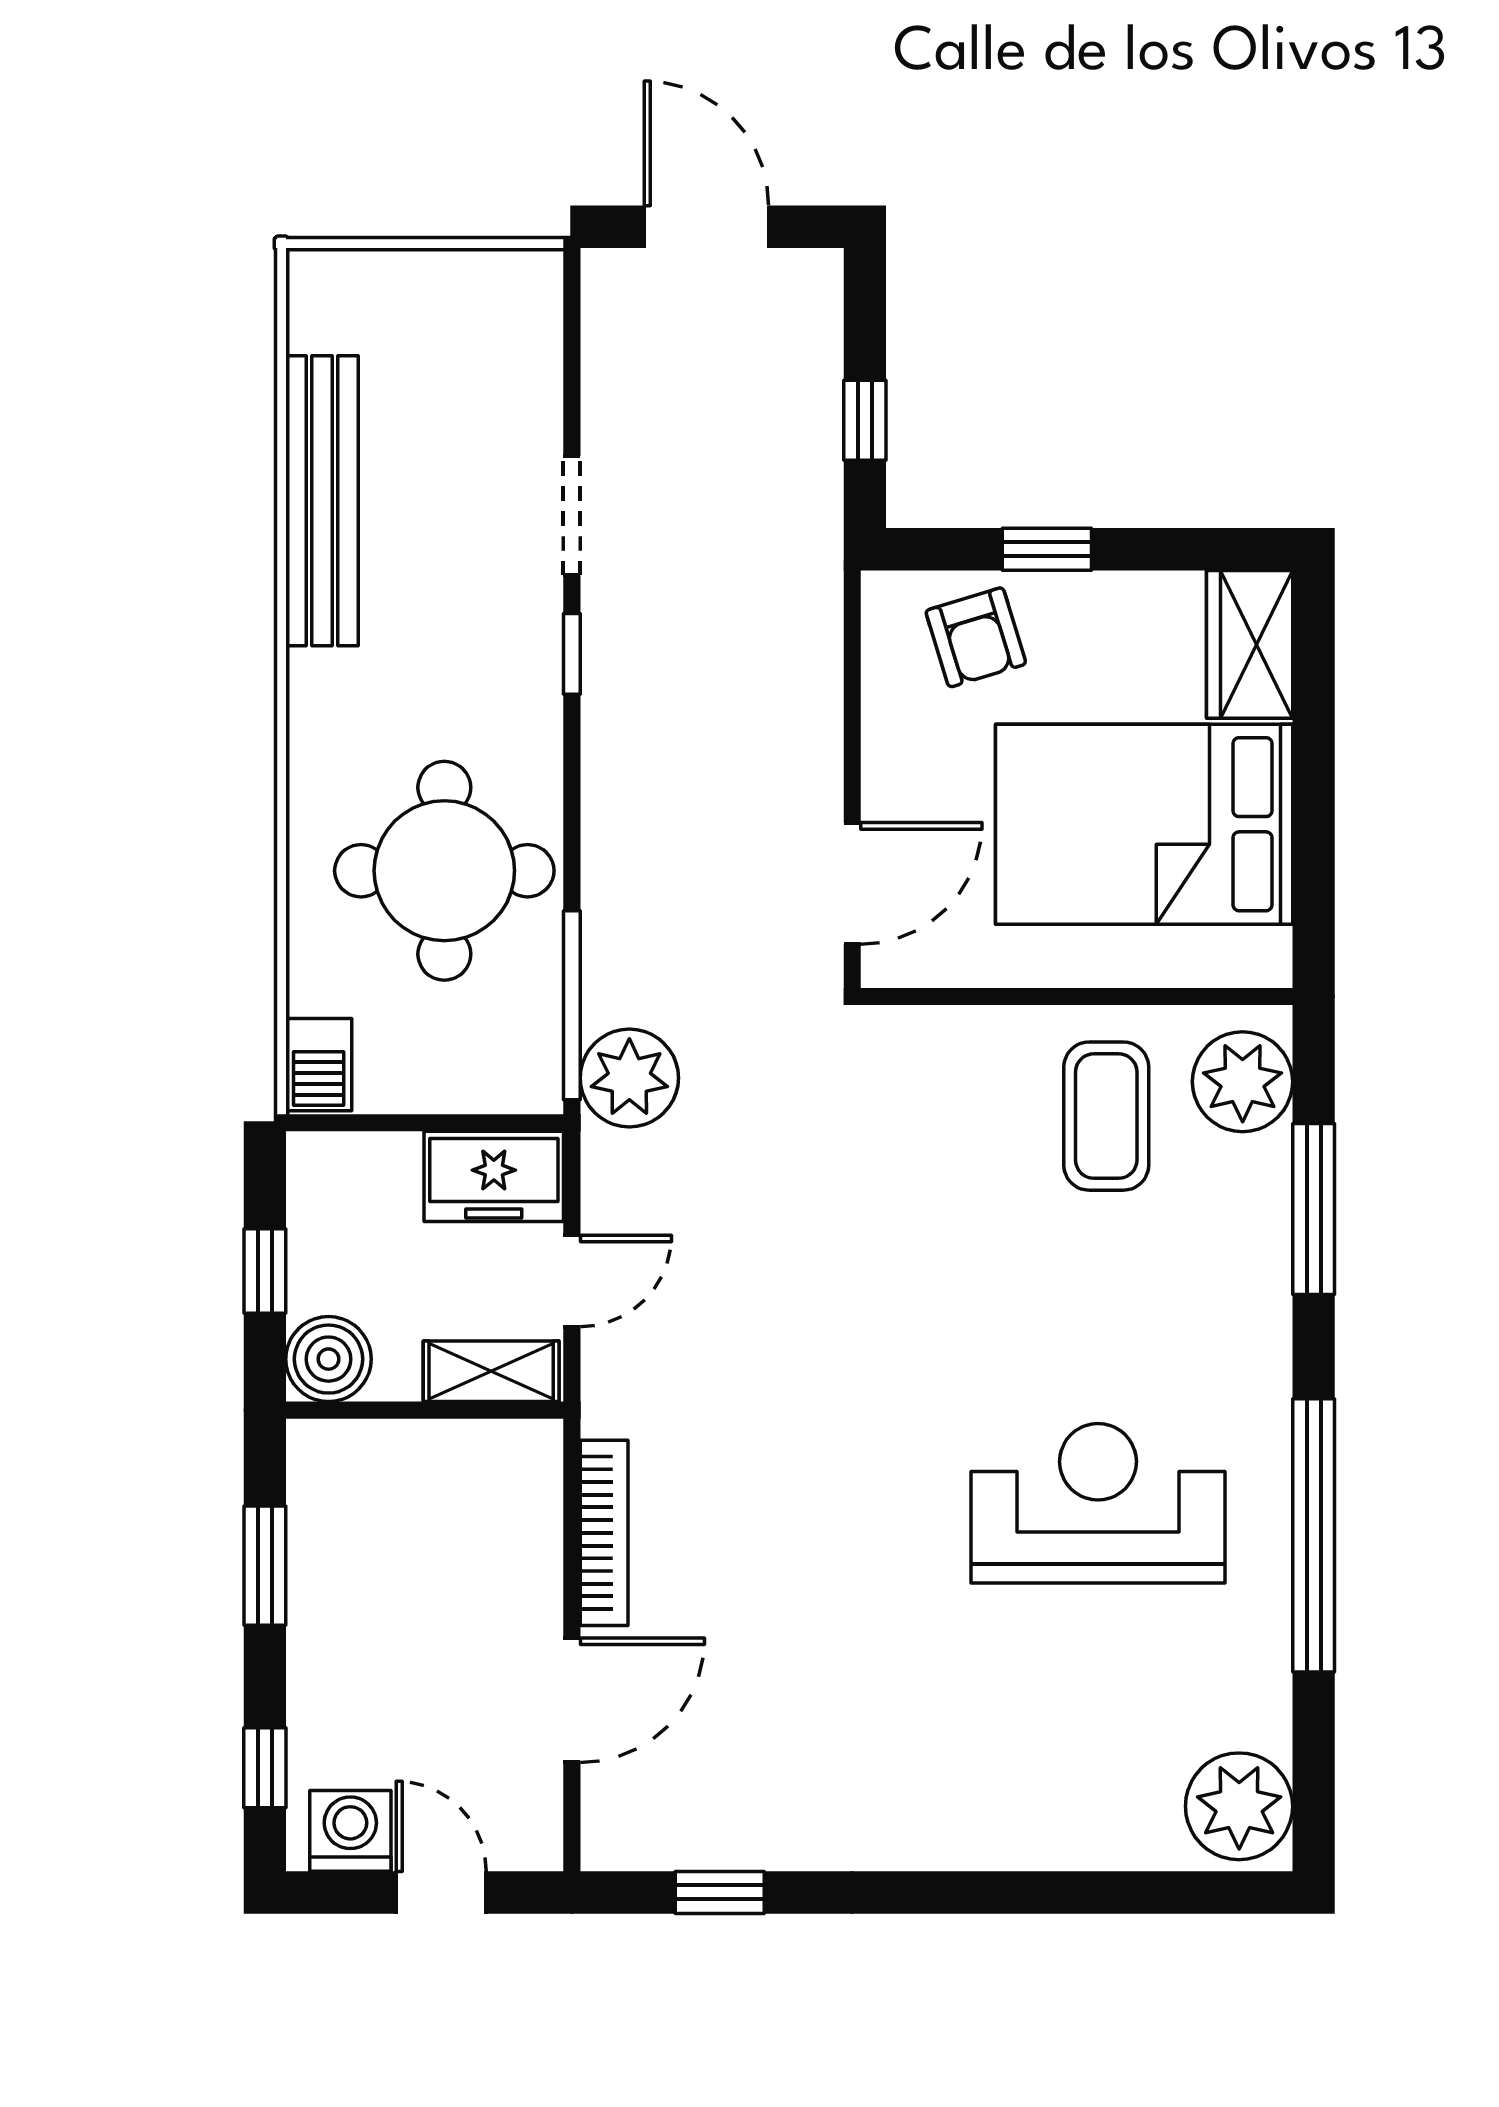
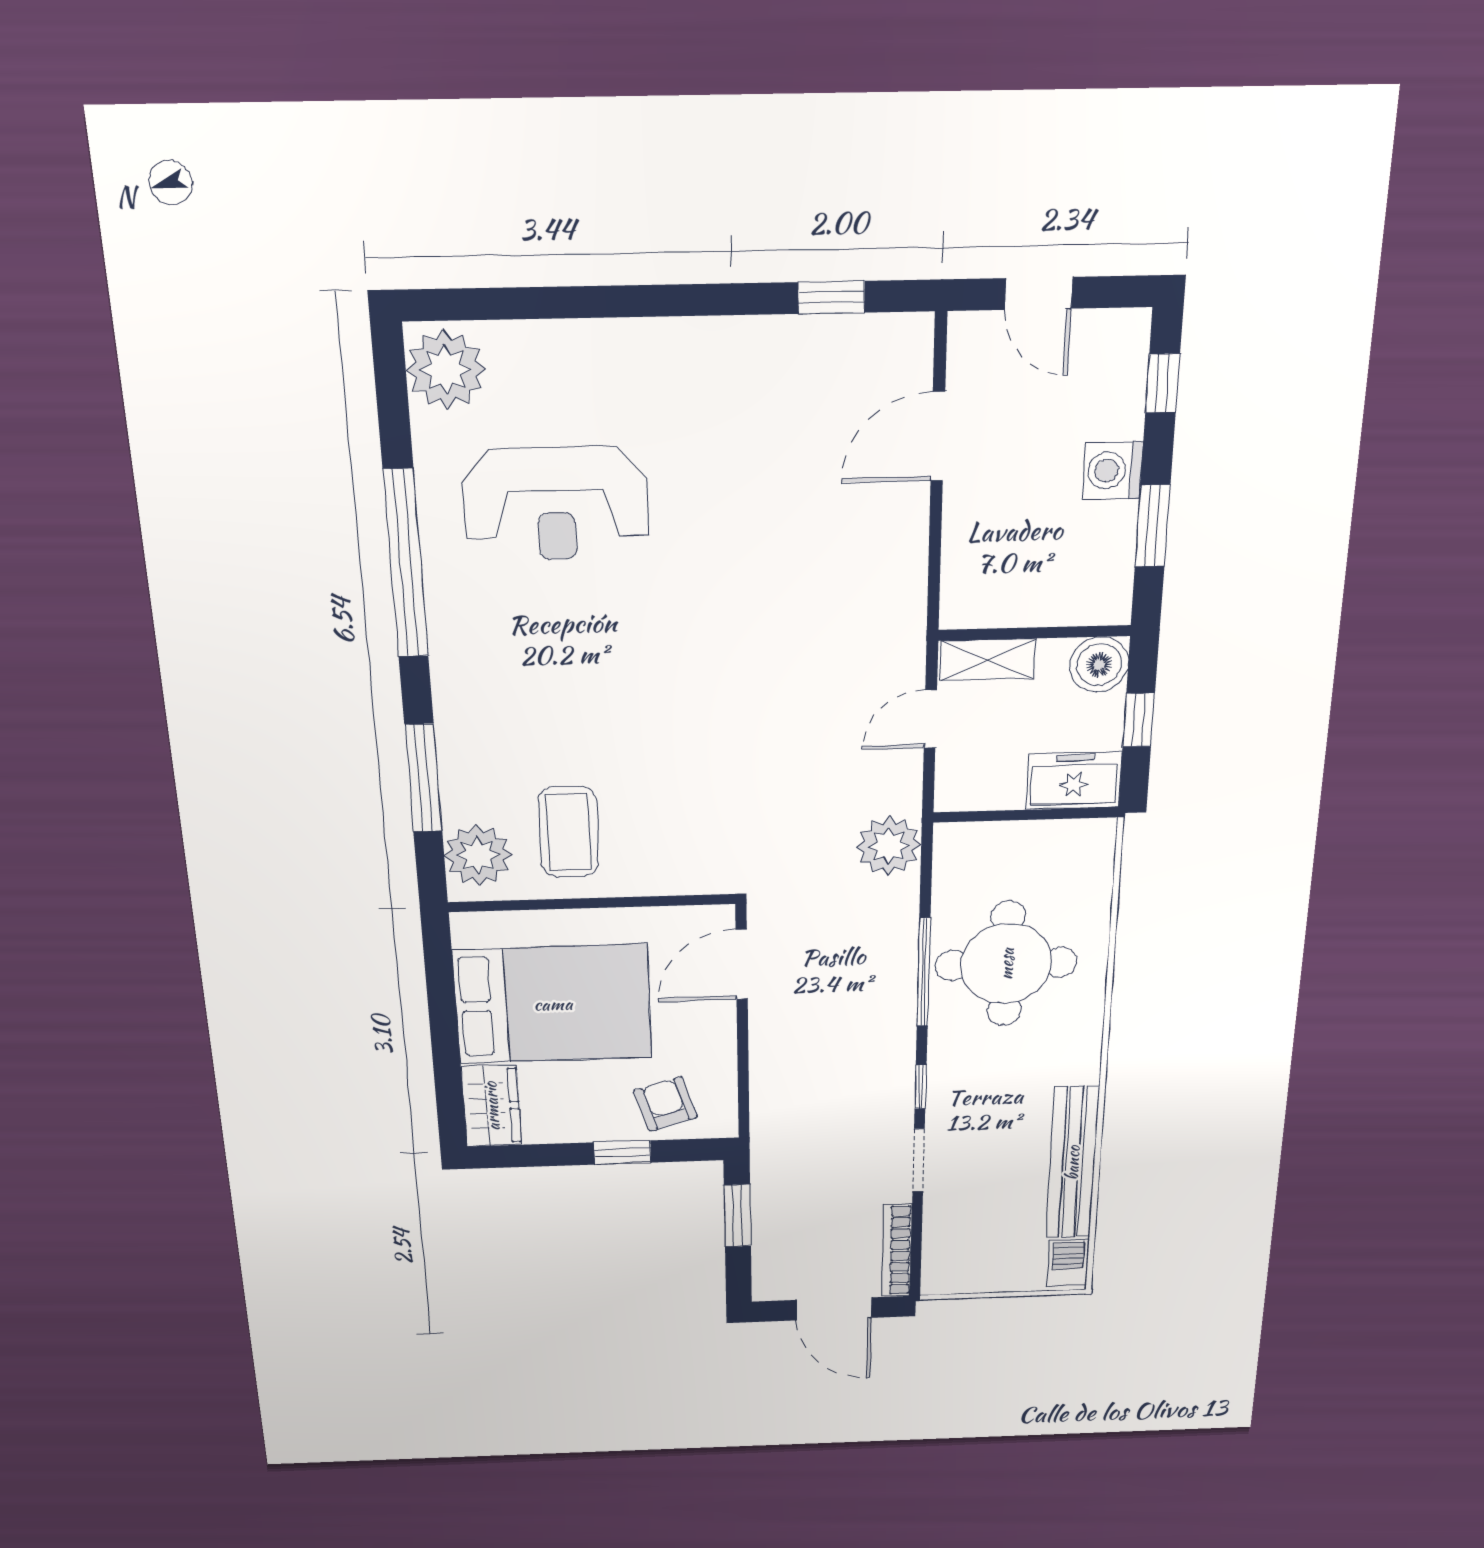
window: (865, 420) -> (737, 1216), width x1.50
window: (572, 1005) -> (924, 972), moved
barbecue: (319, 1065) -> (1068, 1263), moved
freezer: (494, 1176) -> (1074, 781), moved
reception desk: (1098, 1503) -> (556, 504), moved
bookcase: (604, 1533) -> (897, 1250), moved
washing machine: (350, 1831) -> (1113, 470), moved, turned 90

